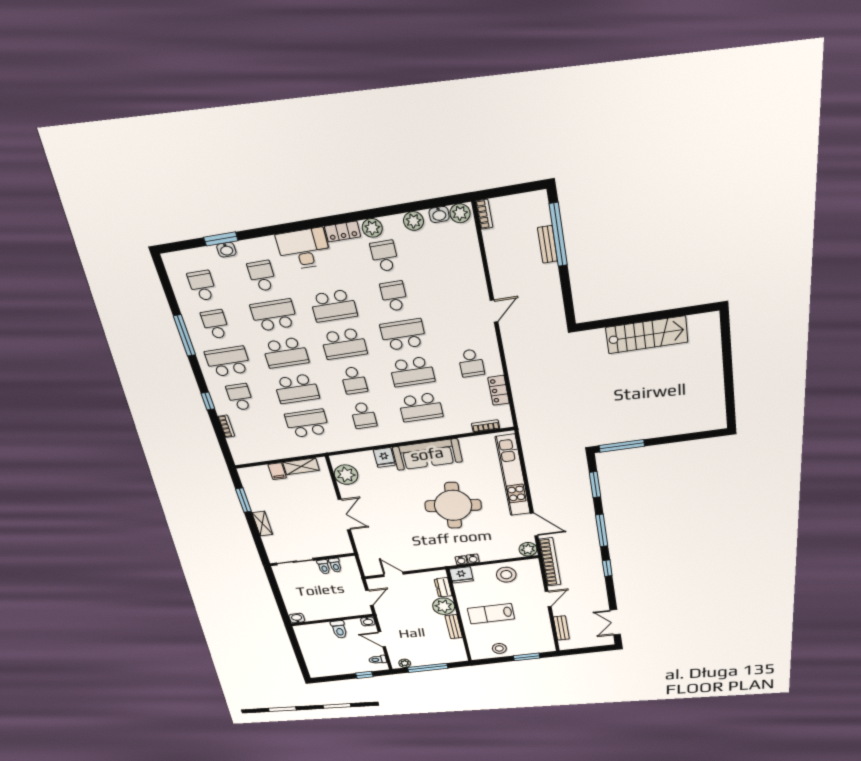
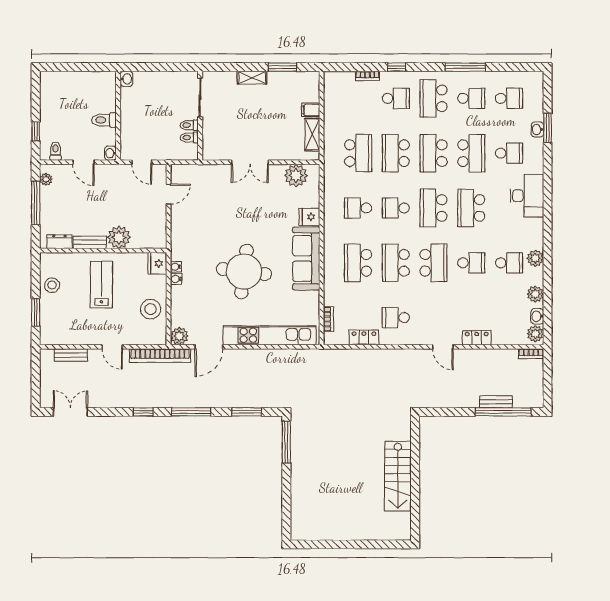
locker: (343, 231) -> (477, 338), moved, turned 90
school desk: (228, 361) -> (434, 98), turned 180
dresser: (443, 587) -> (60, 242), moved
door: (382, 639) -> (84, 162), swing flipped

